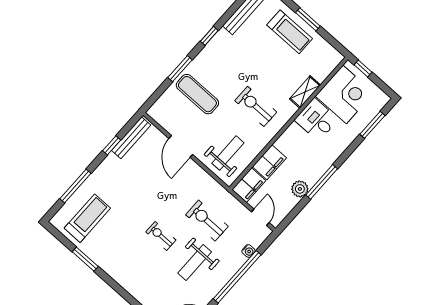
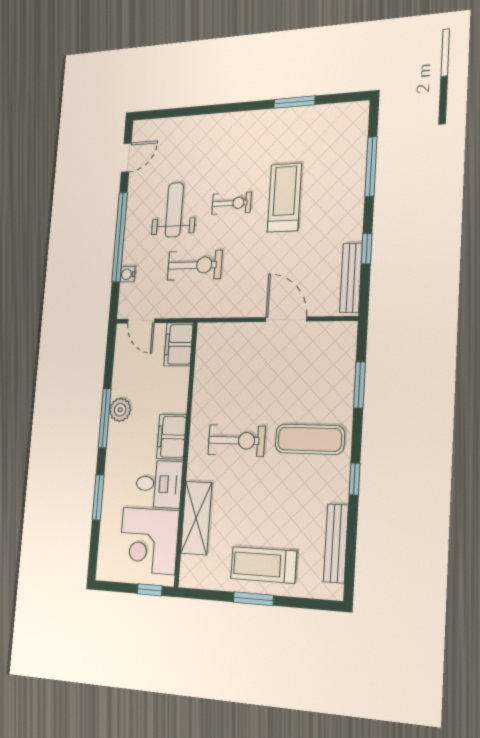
window: (180, 69) -> (359, 385), moved
shelving: (305, 92) -> (196, 518), width x1.50, depth x1.33
exercise mat: (197, 94) -> (310, 439), moved
window: (372, 125) -> (98, 497), moved
weight bench: (228, 153) -> (228, 359), removed
filing cabinet: (269, 162) -> (171, 437), moved
plant: (300, 189) -> (120, 410), moved
treadmill: (87, 218) -> (284, 198), moved, turned 180

